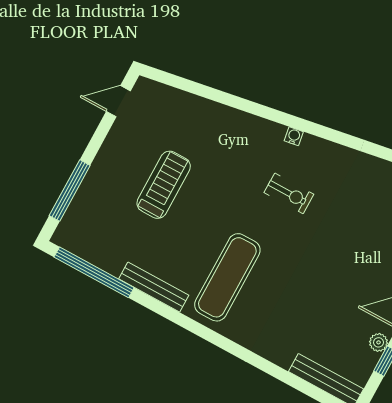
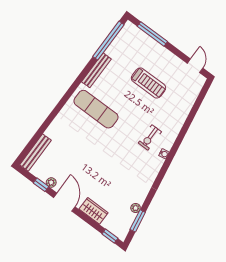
exercise bike: (289, 193) -> (150, 137), moved

